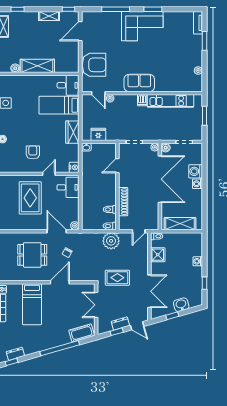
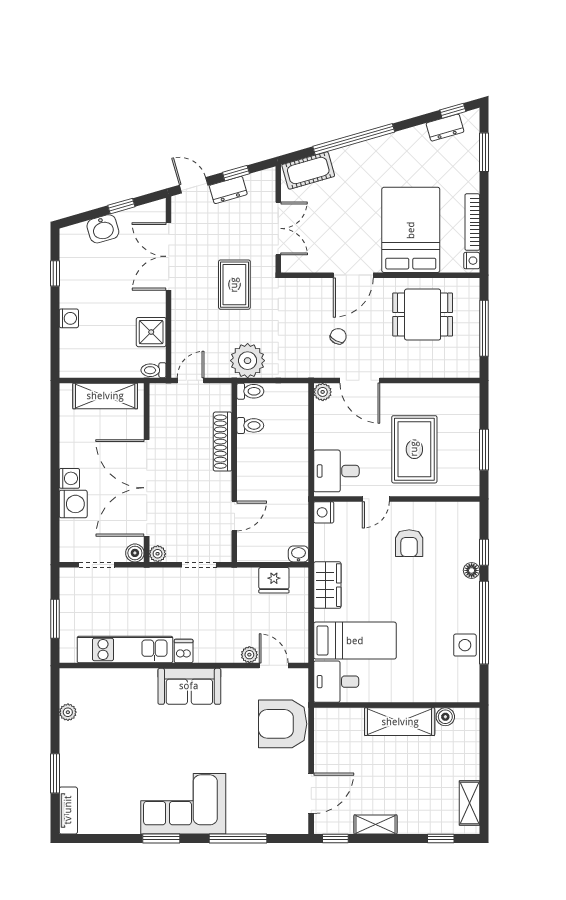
dining table: (32, 255) -> (423, 315), moved
rug: (117, 278) -> (234, 285), turned 90
bed: (32, 304) -> (411, 230), width x1.50

